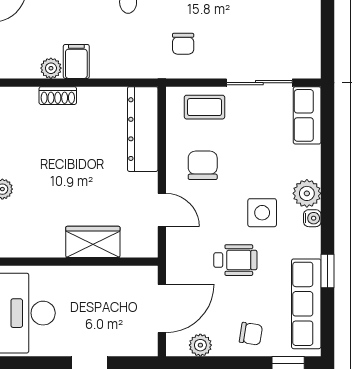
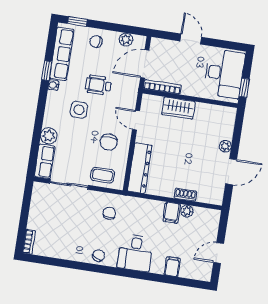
plant: (307, 193) -> (49, 136), moved
water cooler: (312, 218) -> (53, 85), moved
bookcase: (126, 274) -> (162, 87), added

